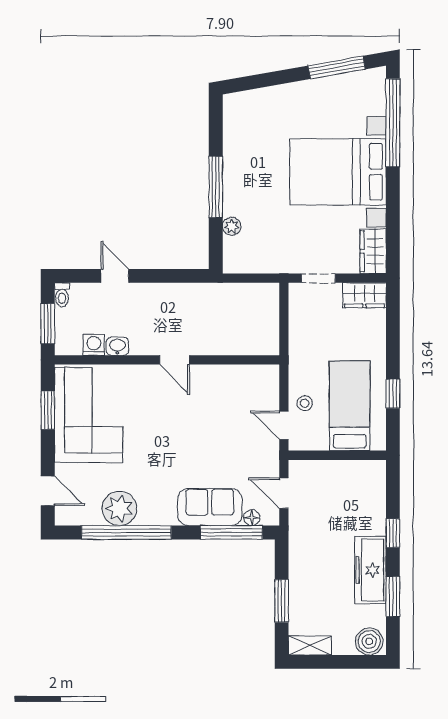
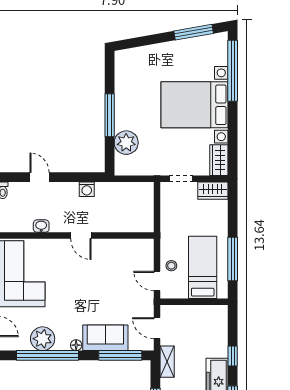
plant: (232, 226) -> (126, 143), width x1.87, depth x1.87
washing machine: (94, 345) -> (87, 189), moved, turned 180
window: (393, 394) -> (233, 259), width x2.17
floor lamp: (252, 518) -> (76, 345), moved
shelving: (299, 541) -> (167, 362), added

